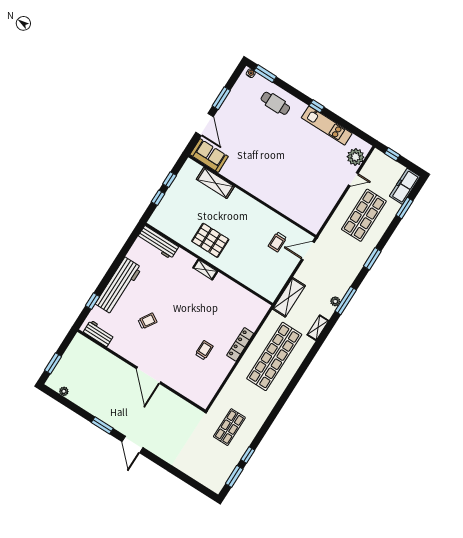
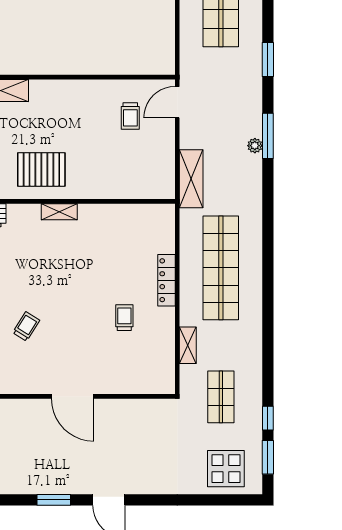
shelving: (318, 328) -> (188, 345), moved
display table: (207, 468) -> (226, 469), added

